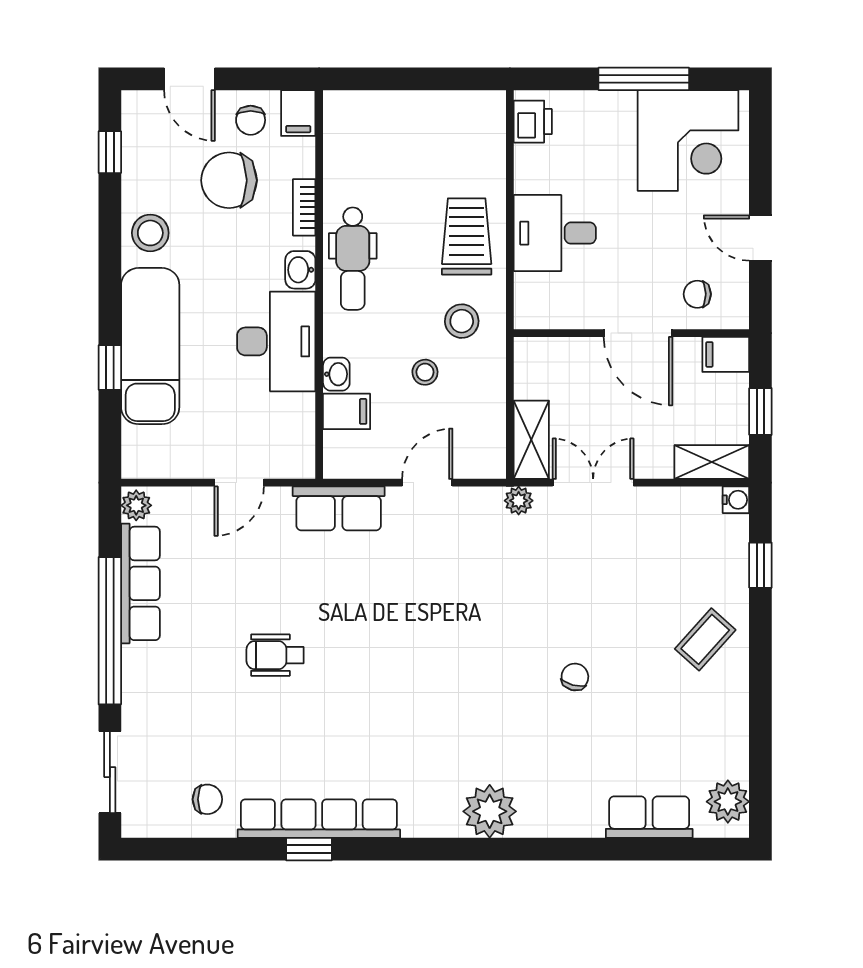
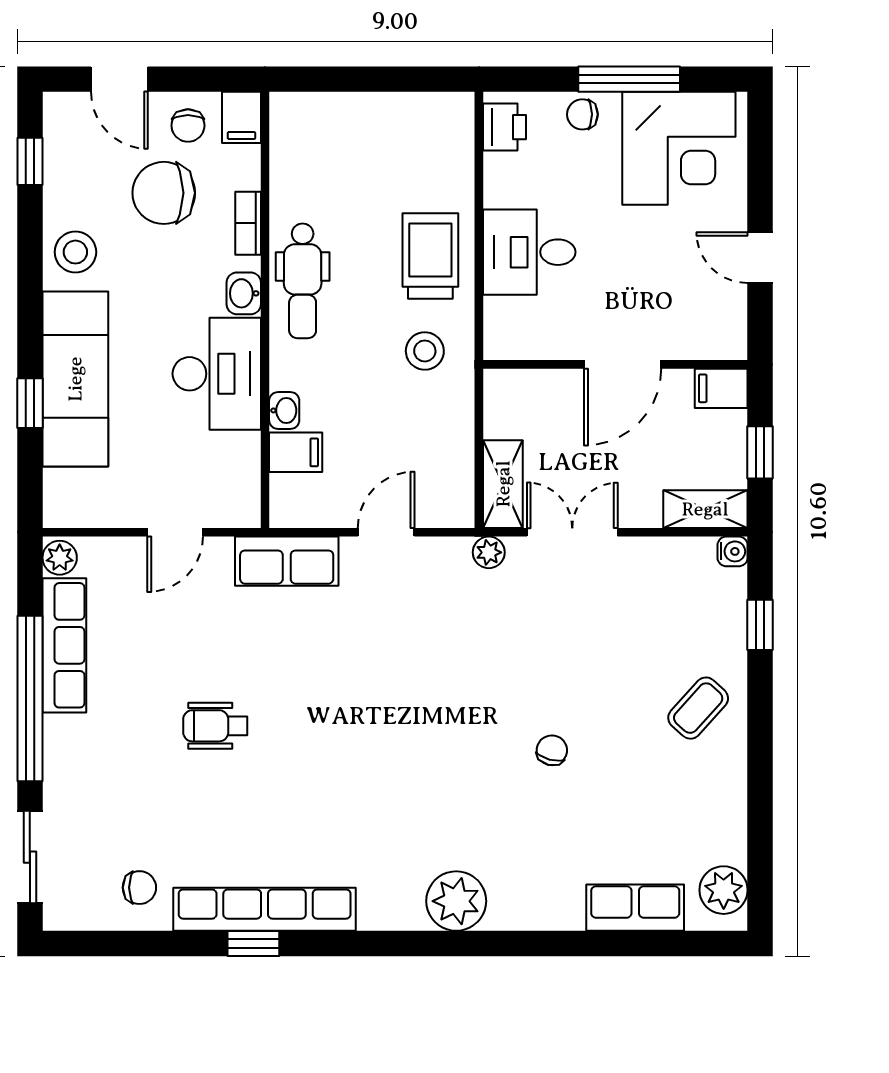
chair: (697, 294) -> (582, 114), moved
door: (638, 333) -> (623, 364), hinge flipped
stool: (425, 372) -> (384, 408), removed

